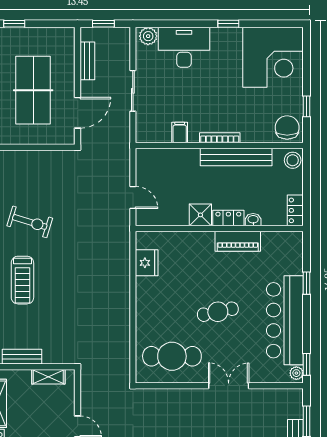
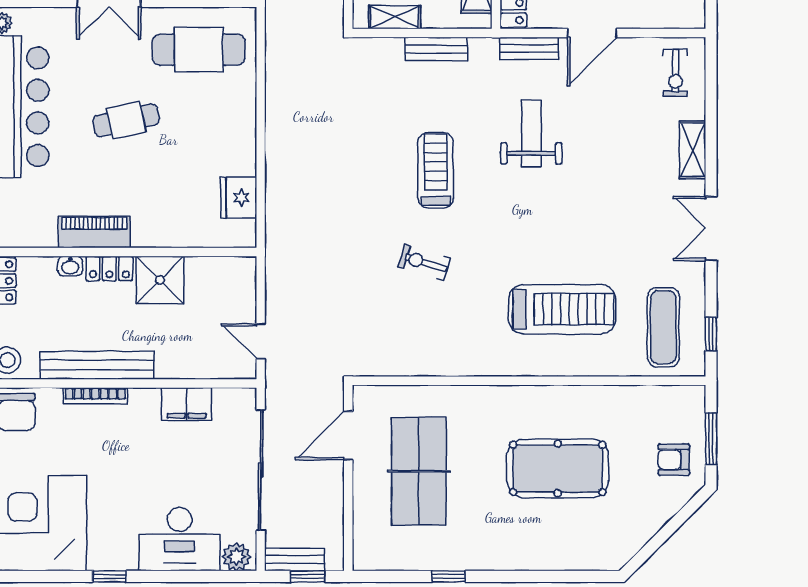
bench: (87, 61) -> (295, 560), moved, turned 90
sliding door: (133, 91) -> (261, 470), width x1.86
filing cabinet: (180, 133) -> (187, 404), width x2.00
bookcase: (220, 138) -> (95, 396), moved
door: (133, 197) -> (261, 341), moved
shower: (200, 215) -> (160, 280), width x1.36, depth x1.36
exercise bike: (30, 222) -> (424, 262), width x0.73, depth x0.72

